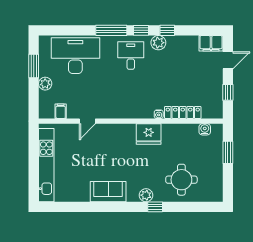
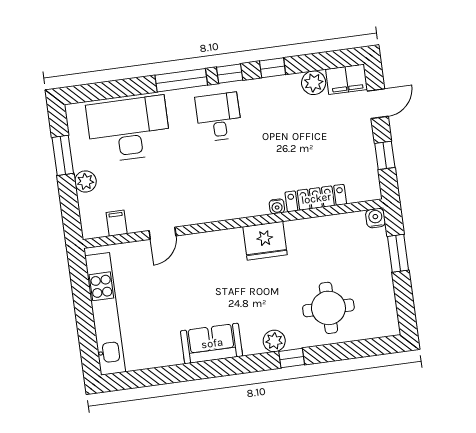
plant: (158, 43) -> (314, 83), moved
water cooler: (205, 129) -> (376, 218), moved

